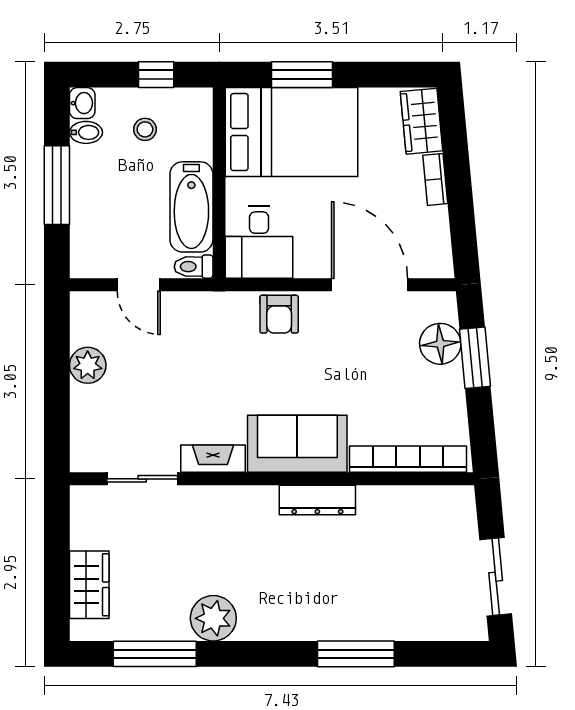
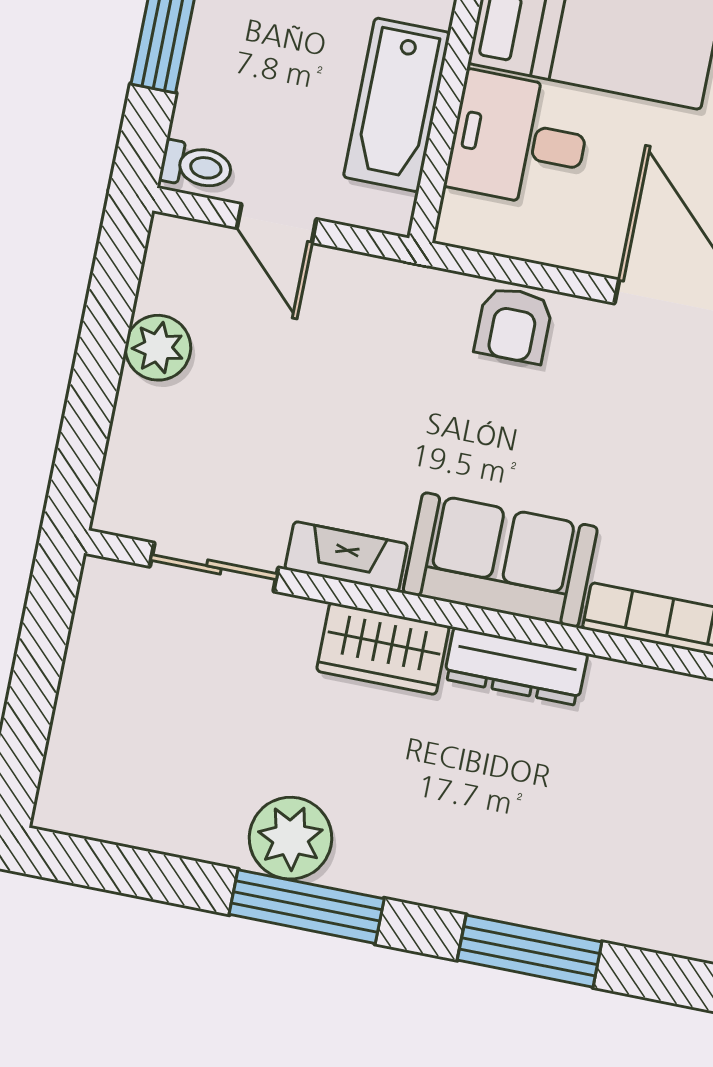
desk: (259, 242) -> (519, 140), moved, turned 90
toilet: (194, 267) -> (196, 166), moved, turned 180
wardrobe: (89, 585) -> (383, 649), moved, turned 90
window: (155, 654) -> (307, 907), moved

